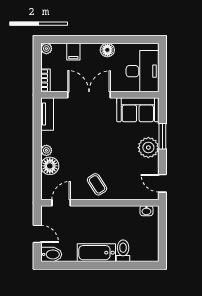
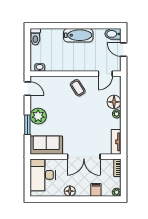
toilet: (123, 251) -> (35, 37), moved

